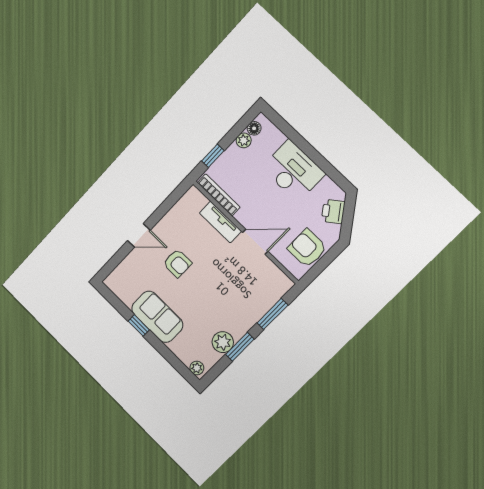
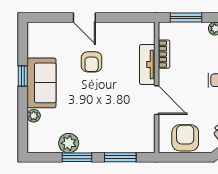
window: (213, 156) -> (186, 17), width x1.50
bookcase: (219, 195) -> (164, 54), width x0.64
plant: (197, 368) -> (34, 116), moved

